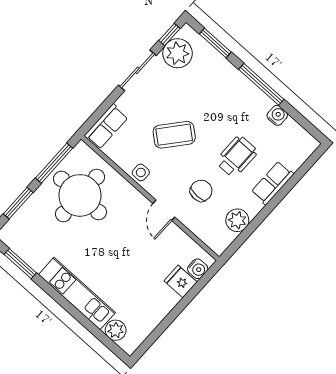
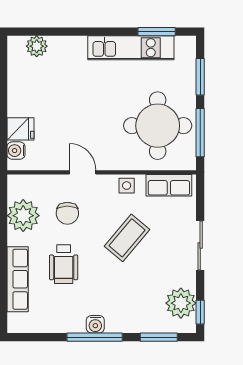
sliding door: (137, 70) -> (200, 245), moved
water cooler: (277, 115) -> (95, 324), moved
row of seats: (106, 127) -> (169, 185), moved, turned -90
row of seats: (272, 183) -> (18, 279), width x1.48
plant: (237, 220) -> (23, 216), width x1.36, depth x1.36
kitchen unit: (77, 294) -> (131, 48), moved

